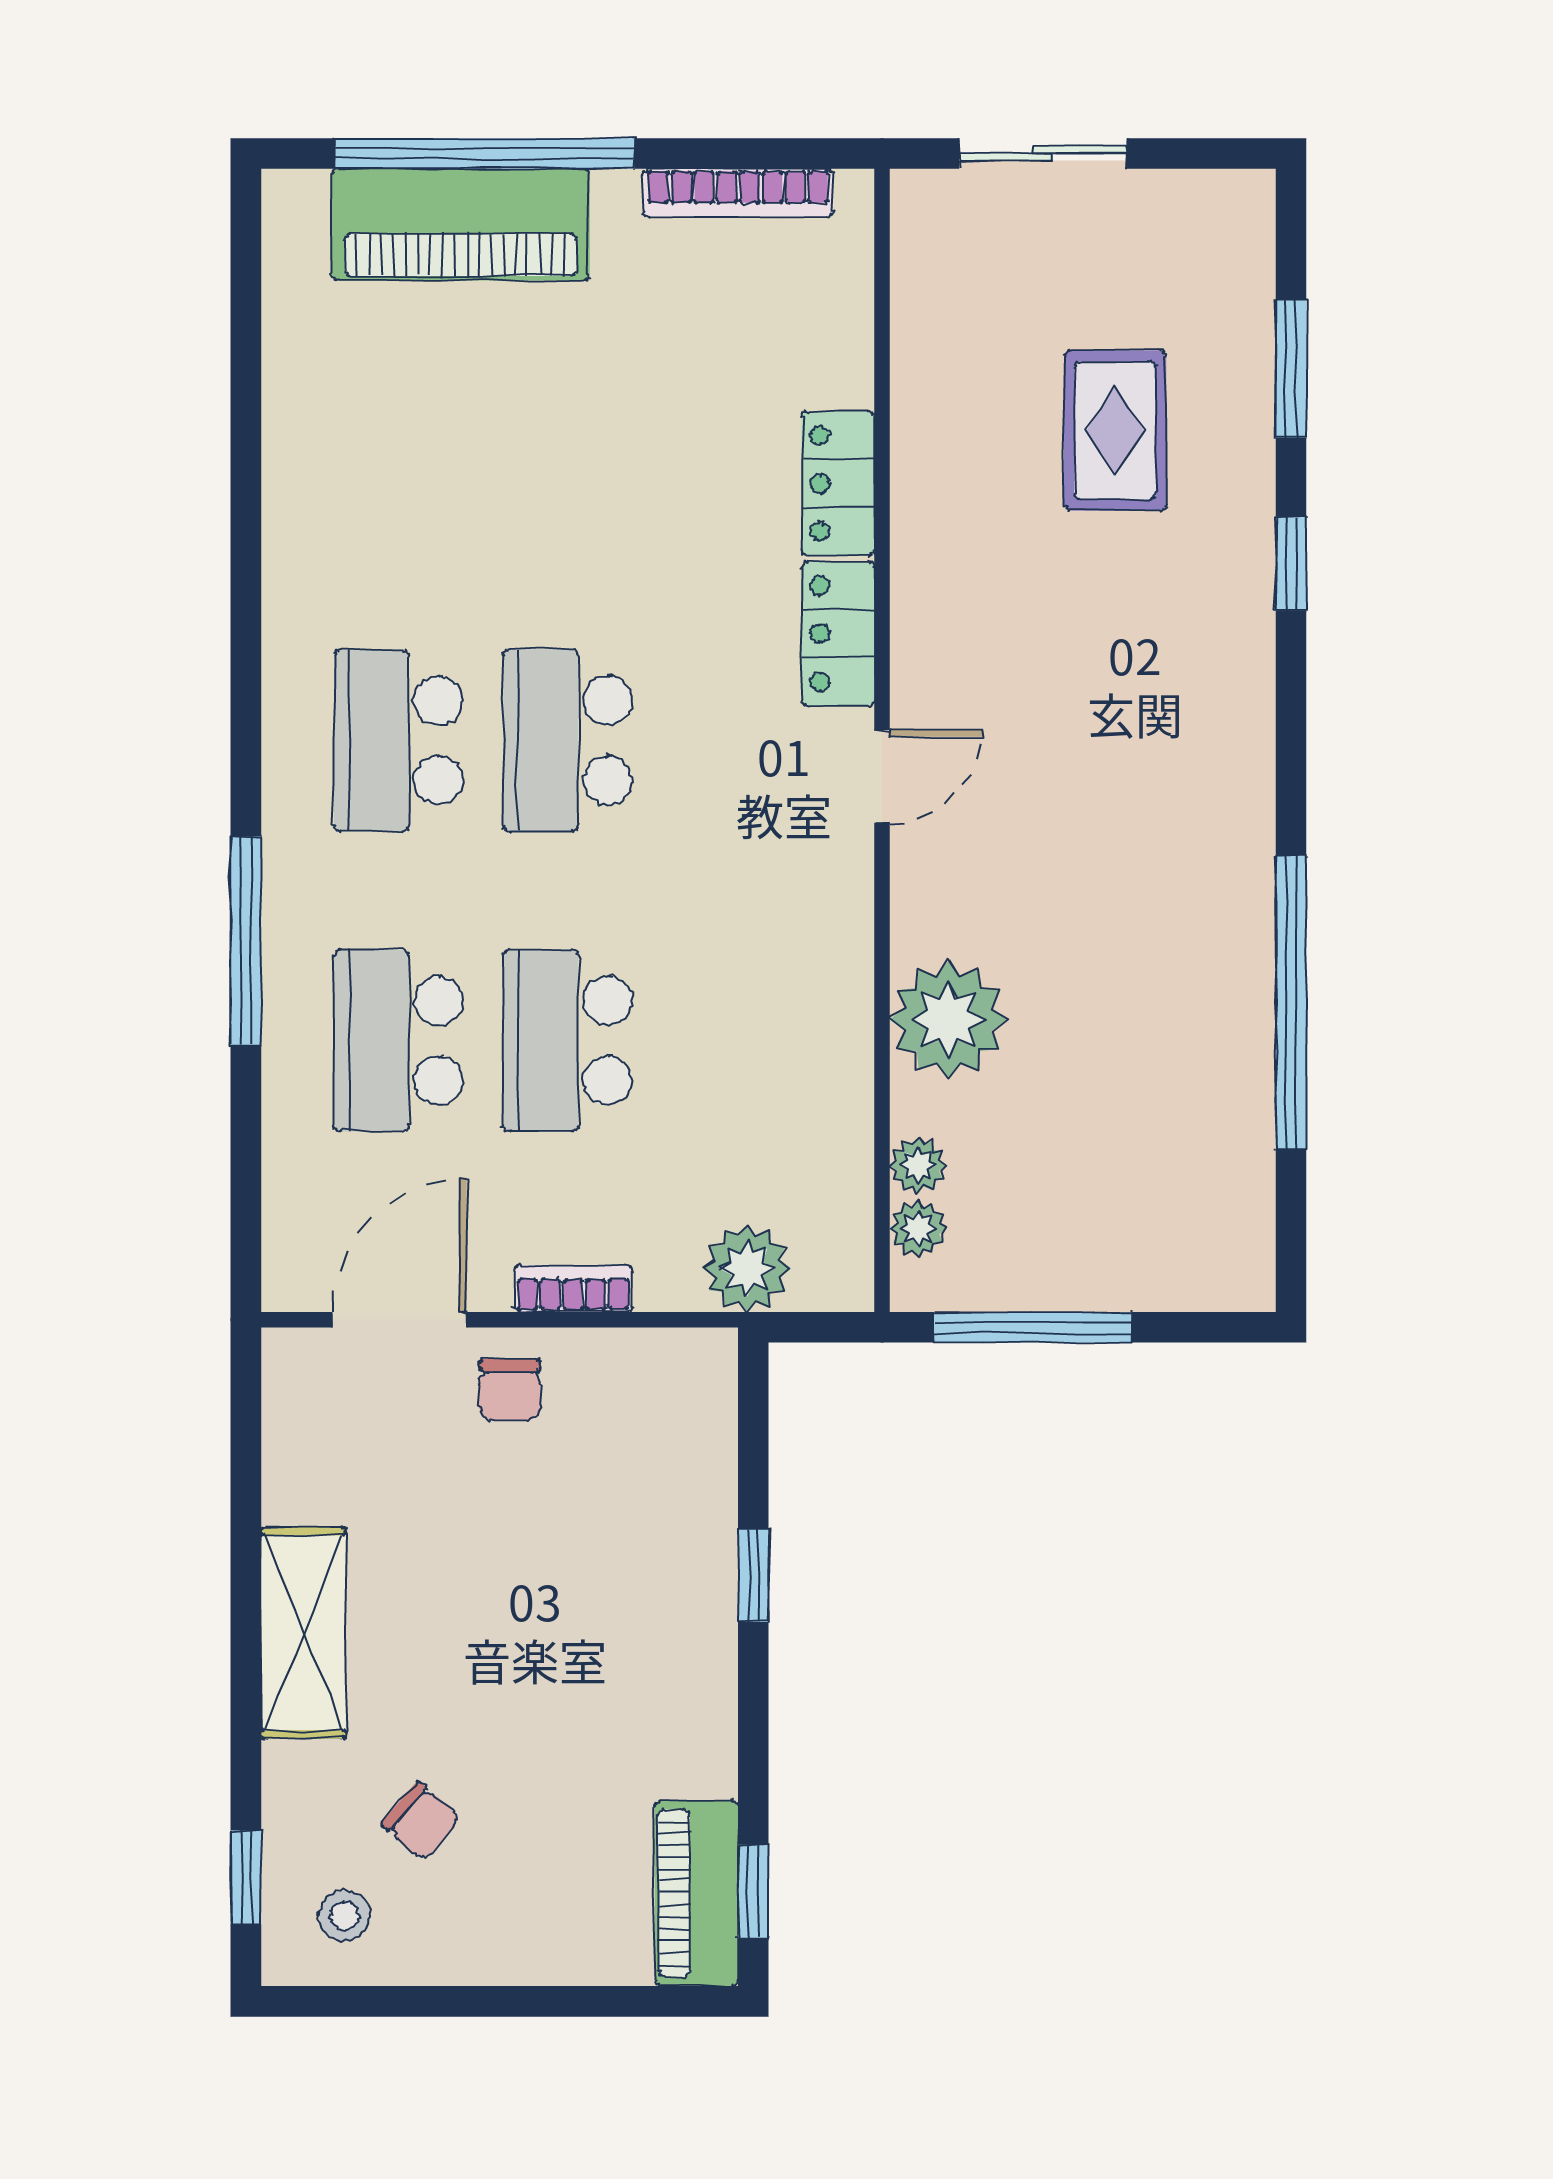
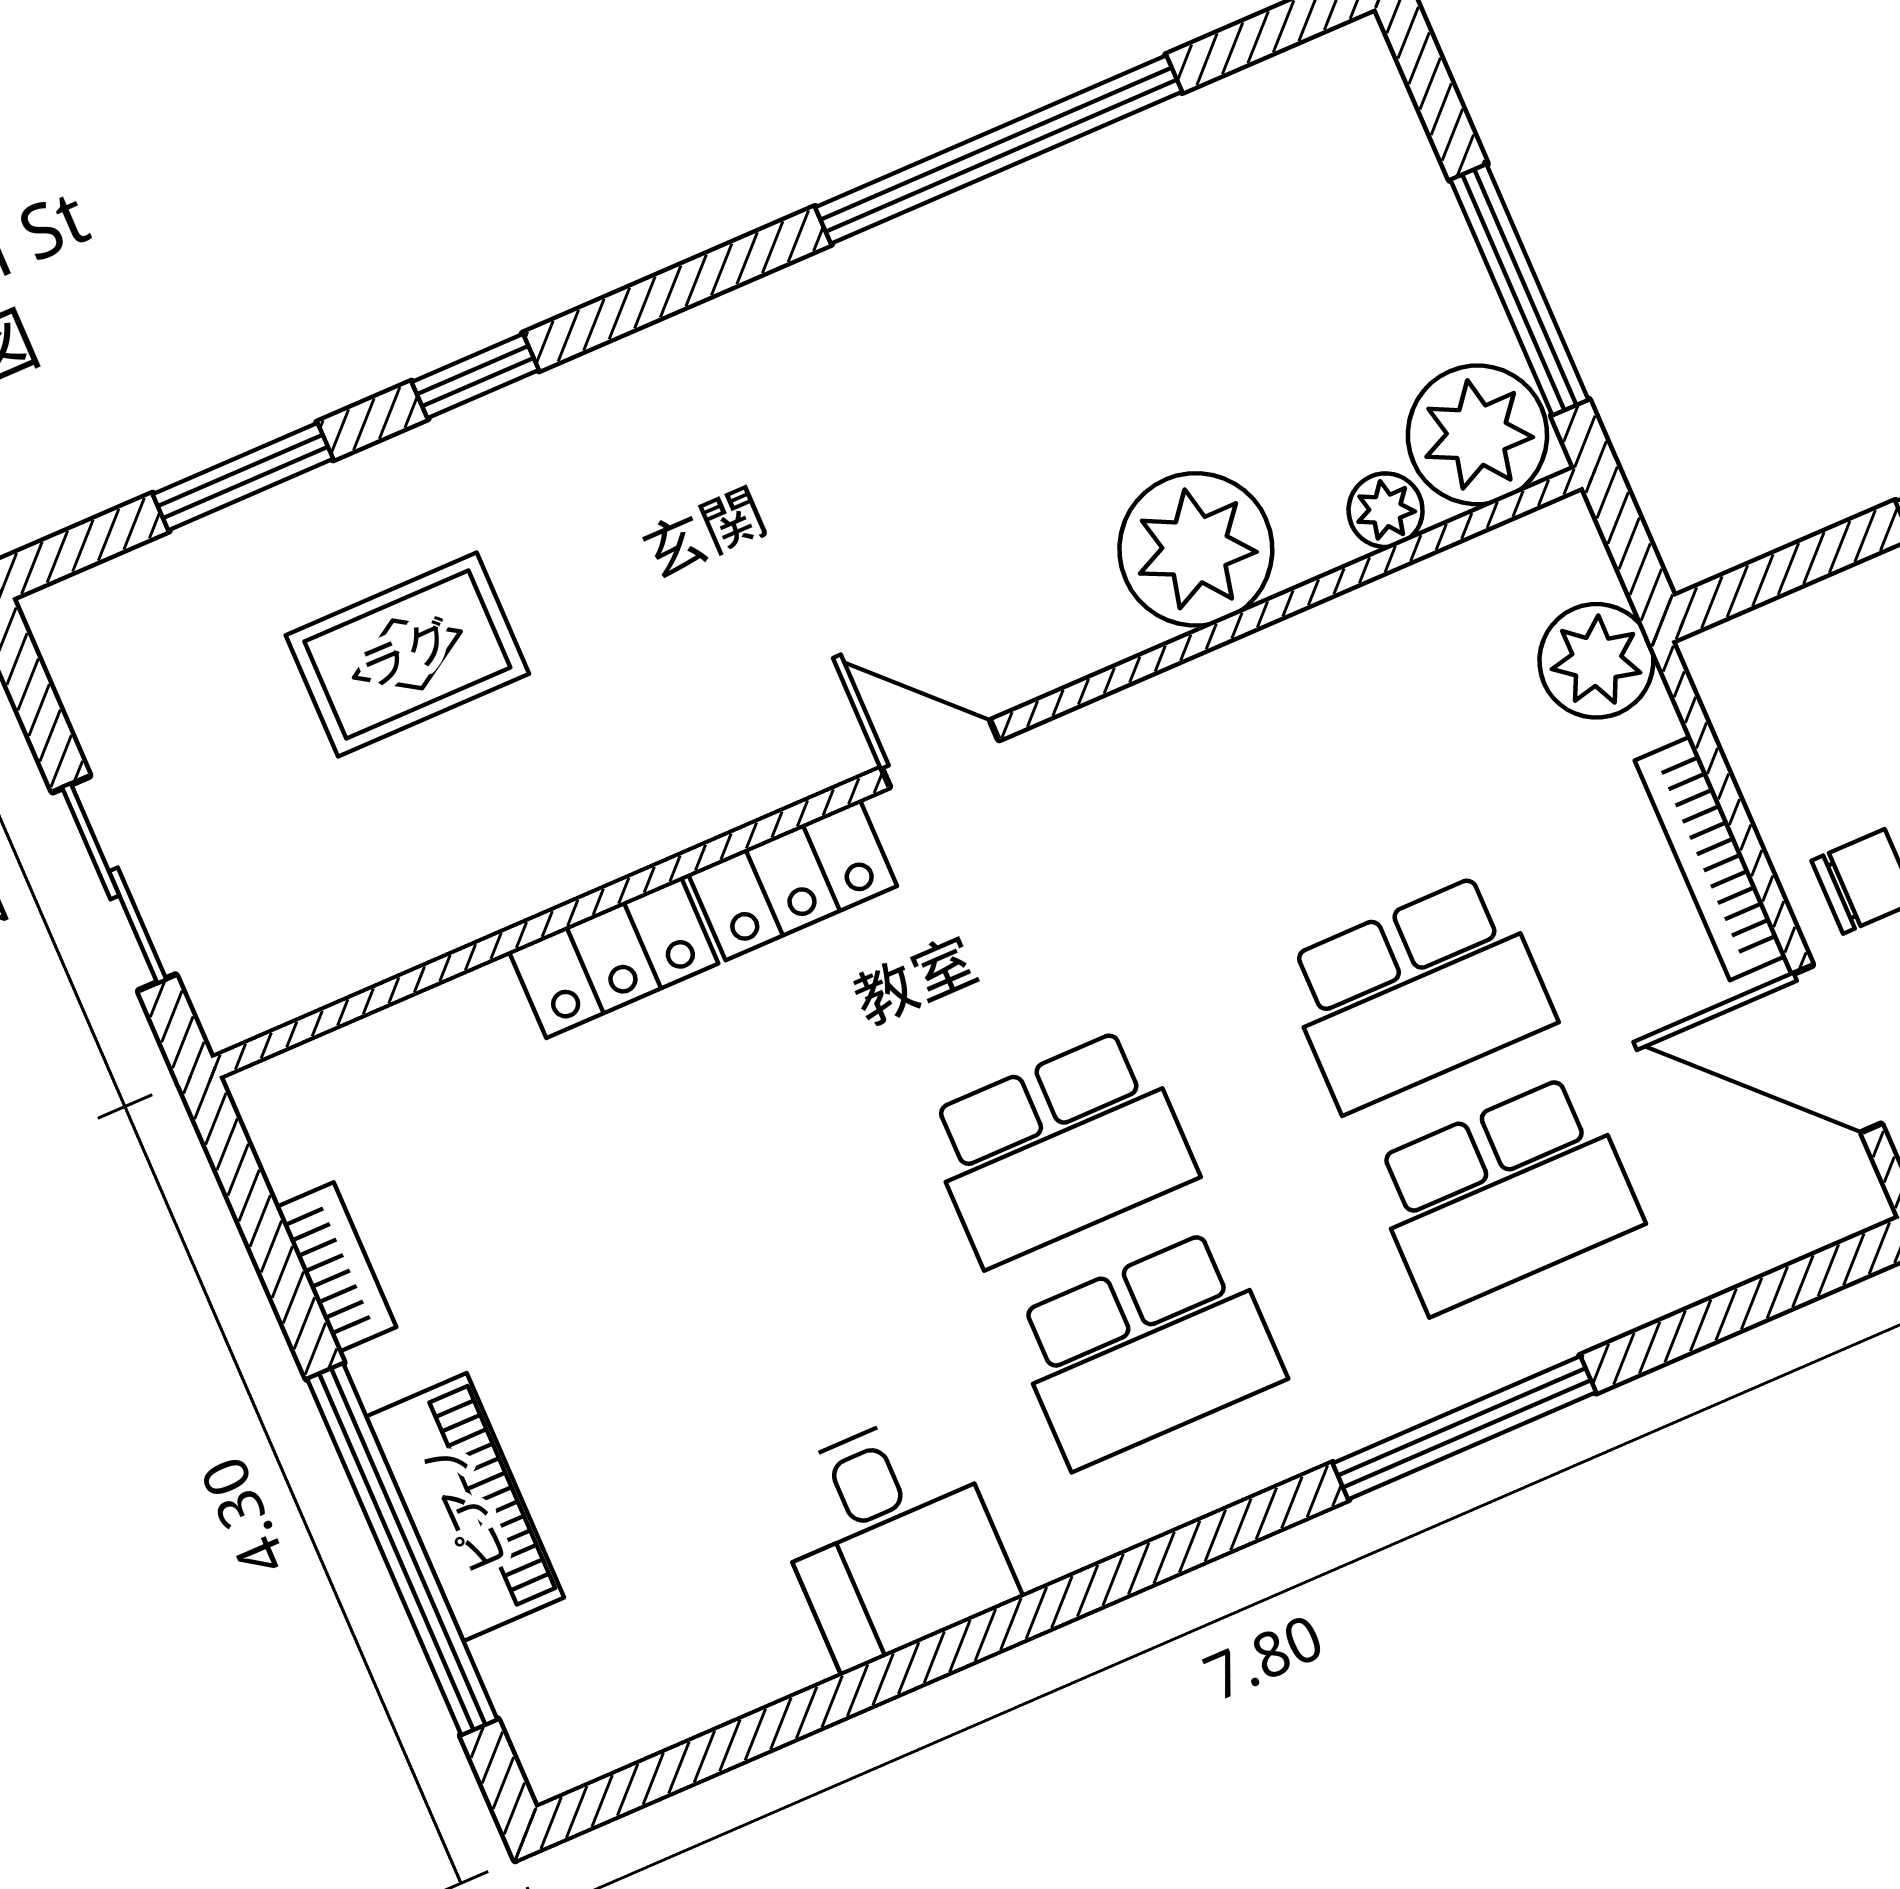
bookcase: (738, 193) -> (336, 1267), width x0.64
piano: (461, 224) -> (465, 1507), width x0.73, depth x0.75
desk: (343, 501) -> (890, 1538), added
plant: (918, 1228) -> (1477, 435), width x1.87, depth x1.87
bookcase: (573, 1289) -> (1710, 858), width x1.56

